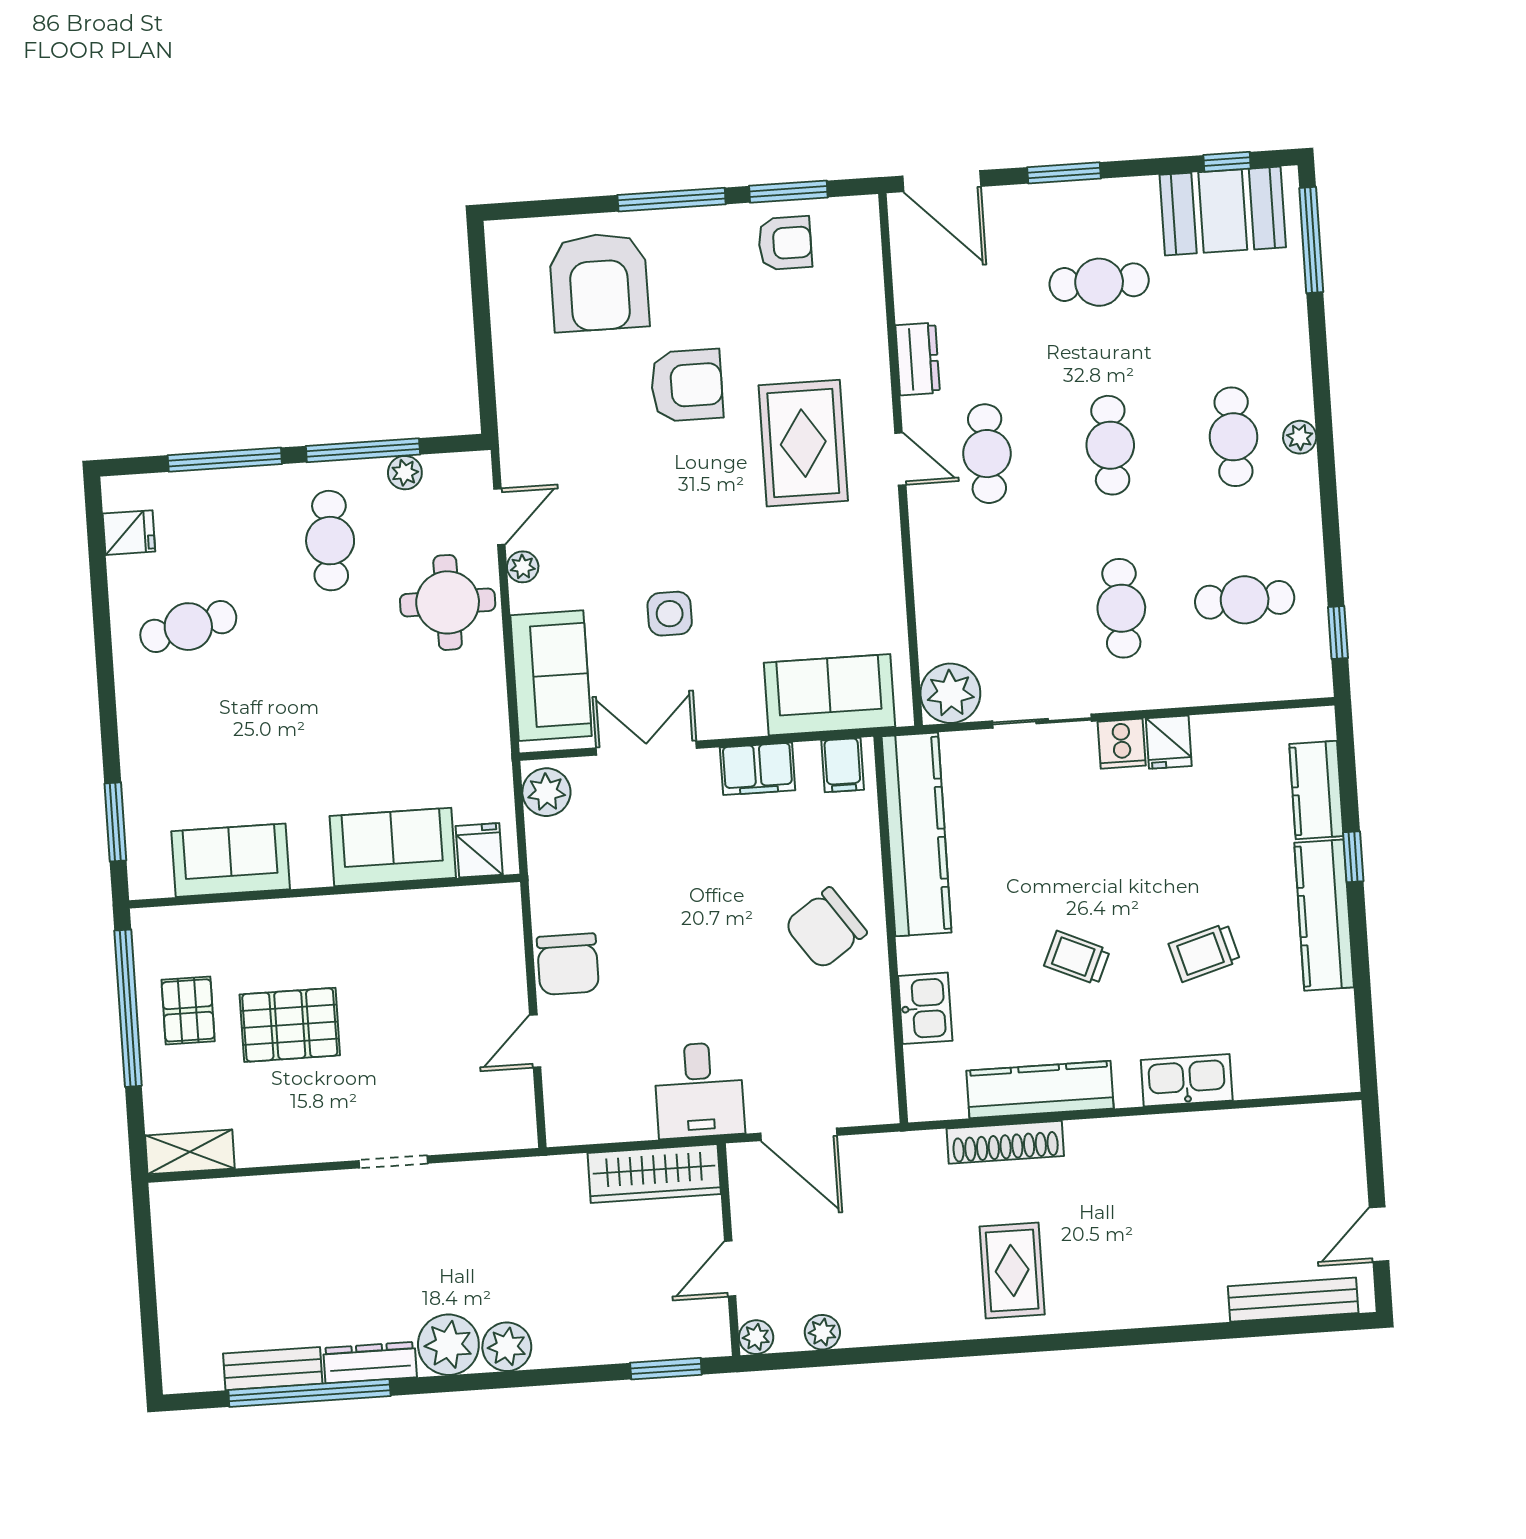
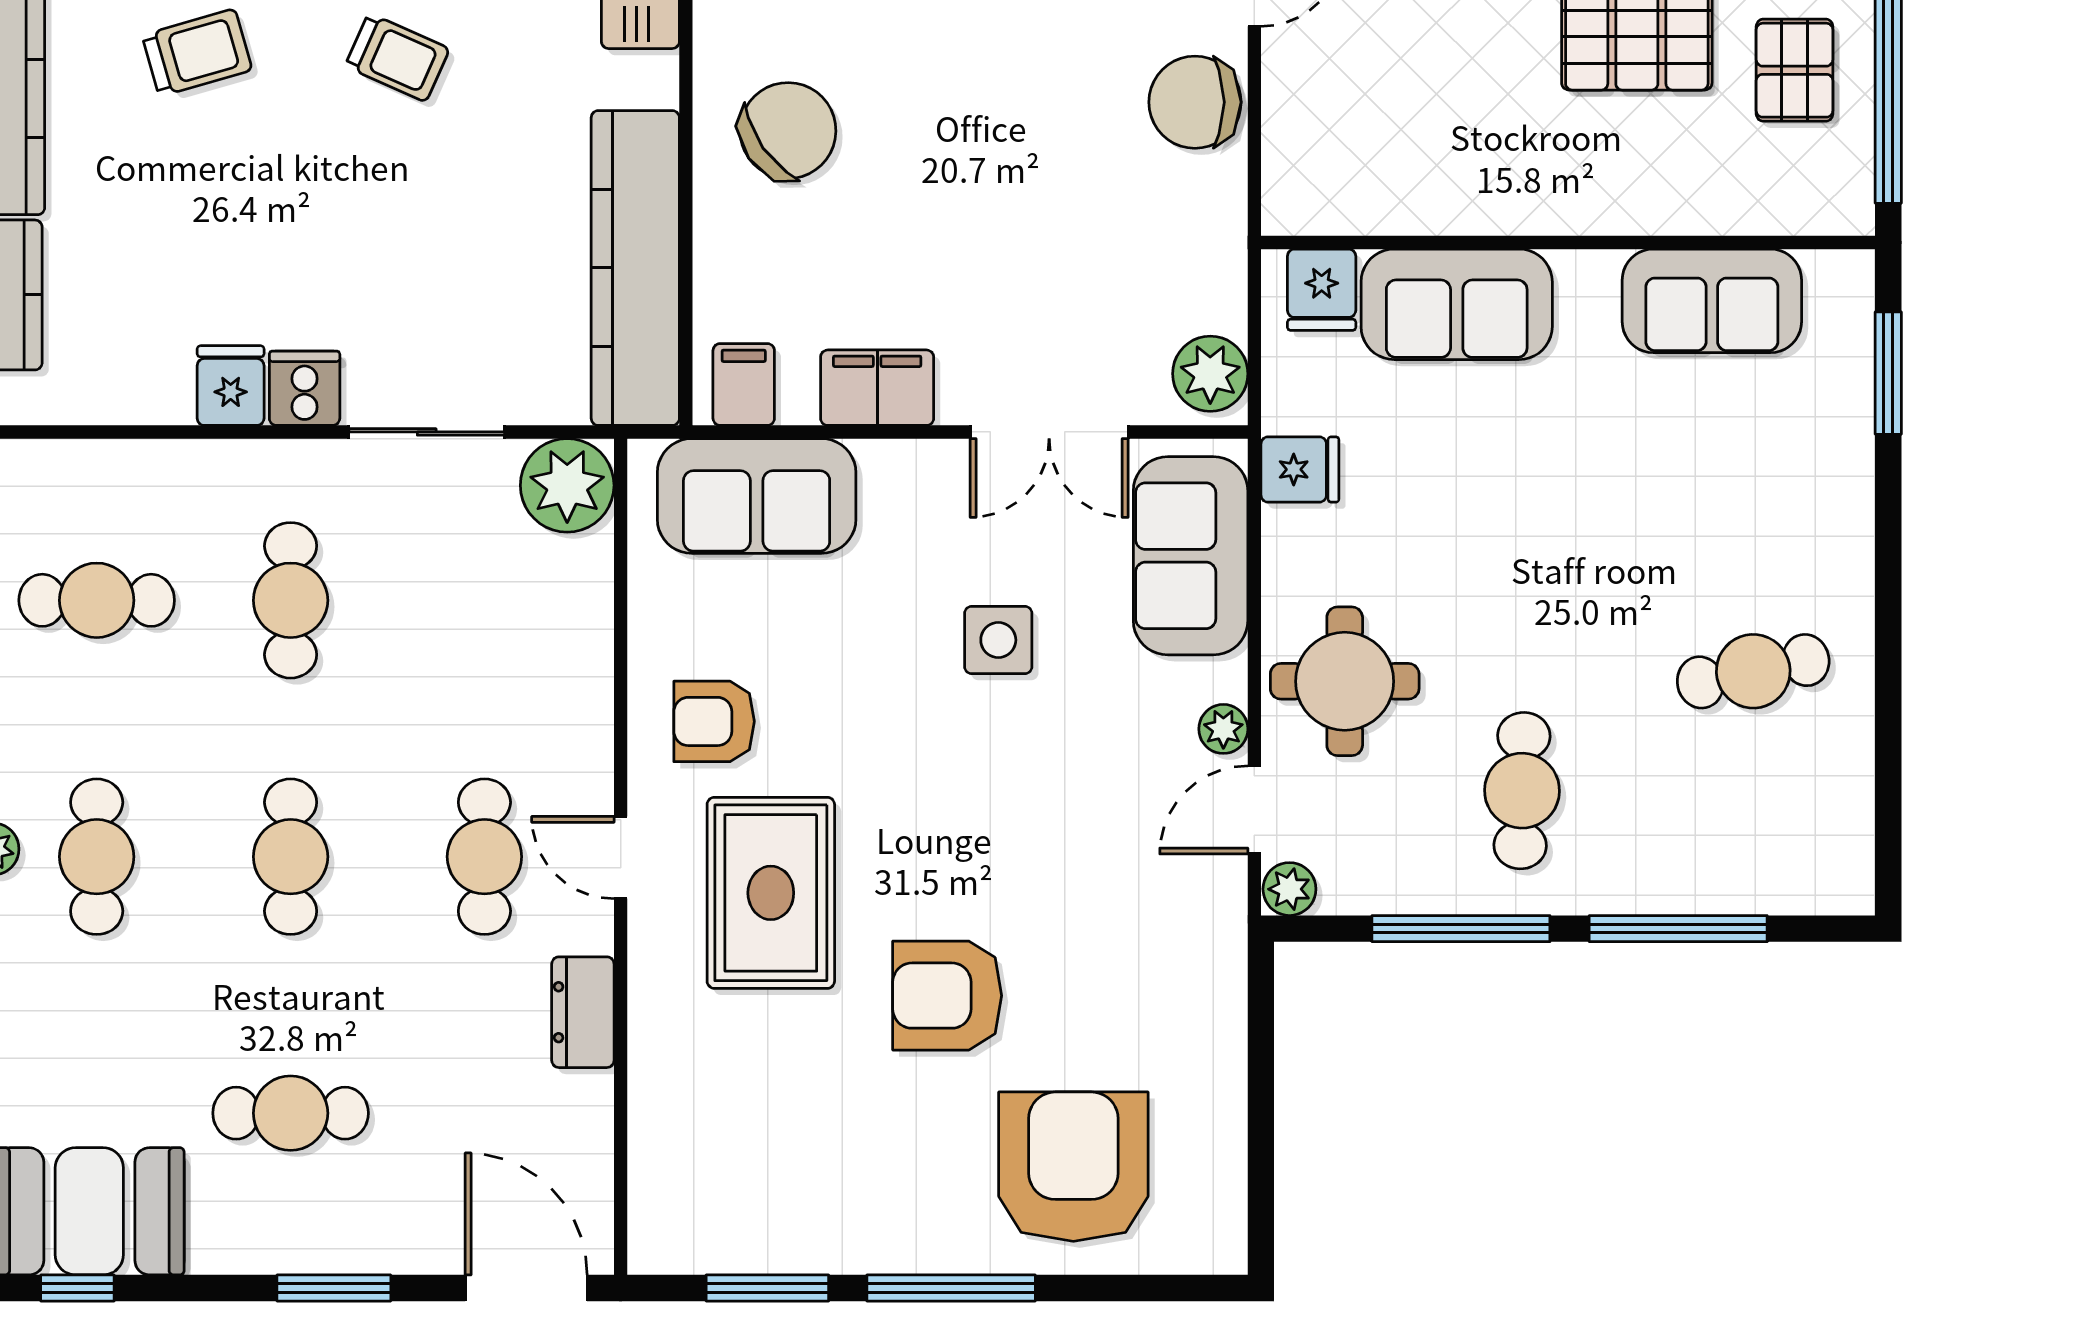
armchair: (785, 243) -> (714, 721), moved
plant: (405, 473) -> (1289, 889), moved
fridge: (129, 533) -> (1300, 469), moved, turned 180
chair: (568, 964) -> (1195, 102), turned -90

